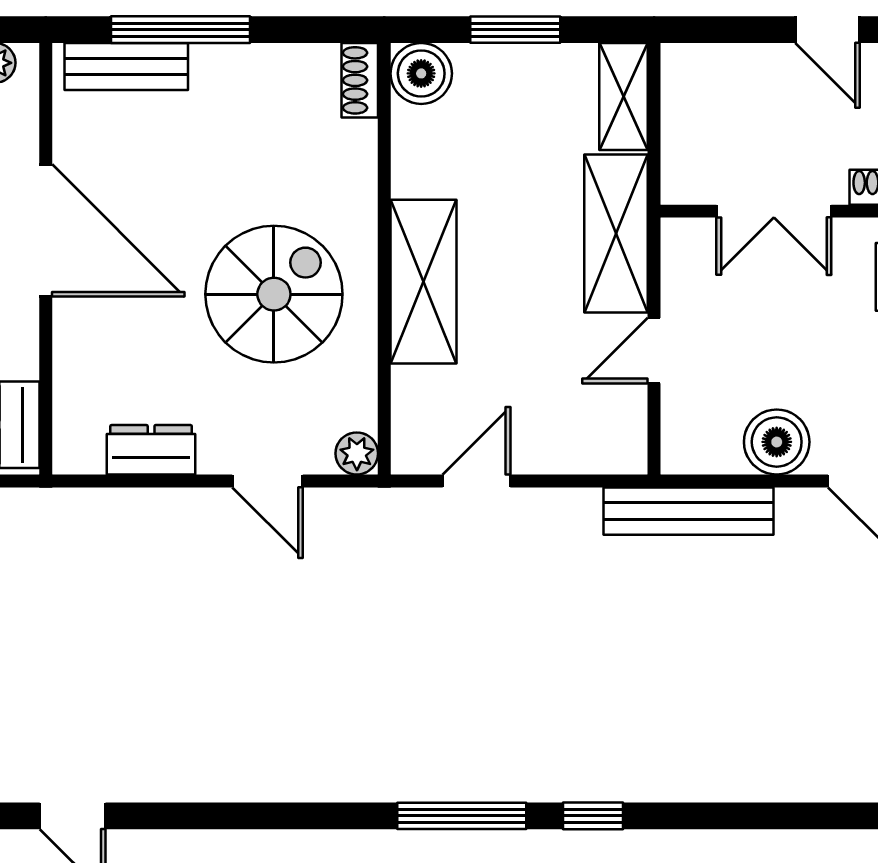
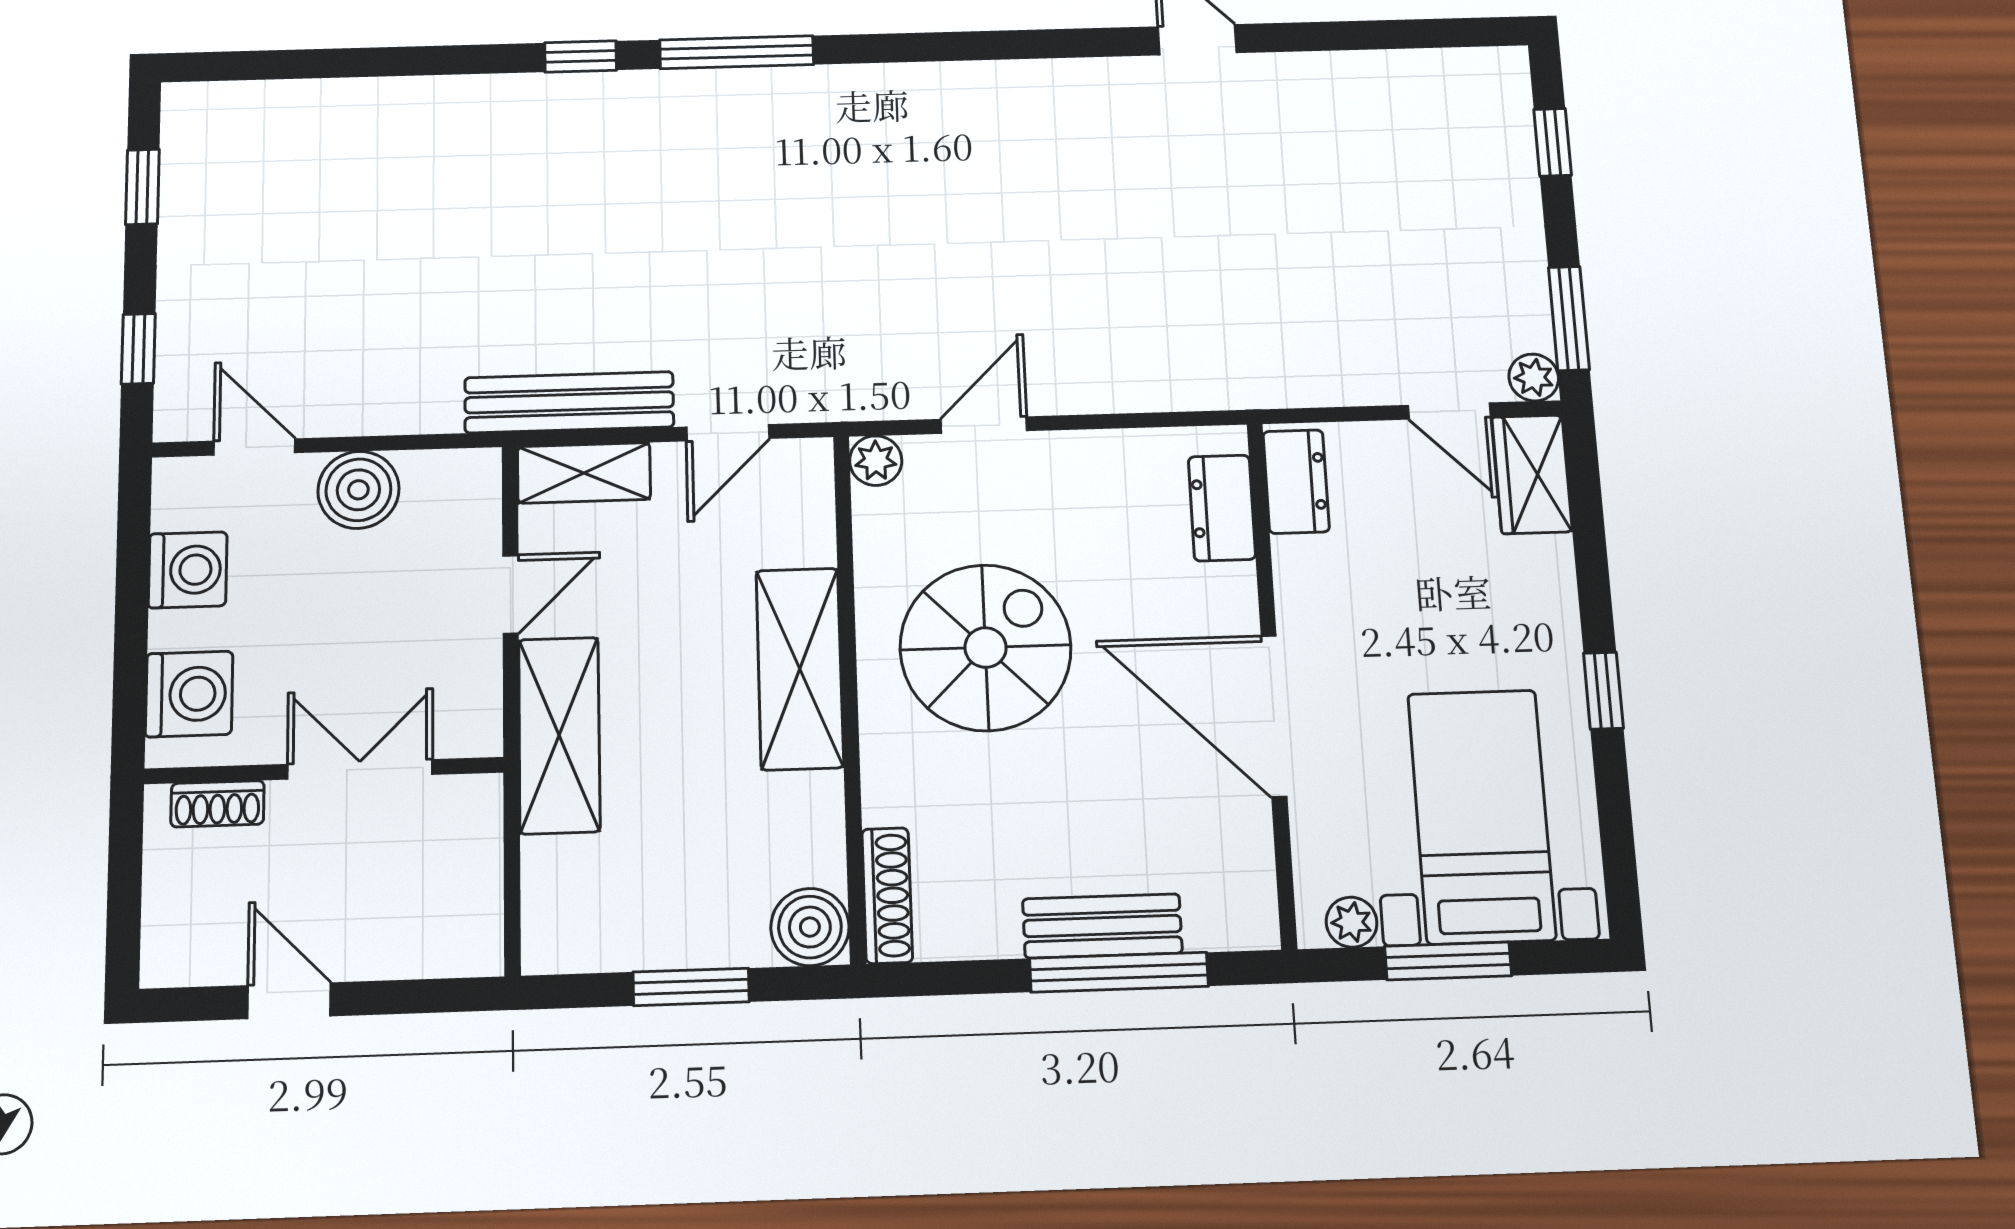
bench: (126, 66) -> (1102, 926), moved
shoe rack: (360, 80) -> (887, 895), width x1.43
shelving: (624, 97) -> (584, 473), moved, turned 90
spiral stairs: (274, 294) -> (986, 648), turned 180
dresser: (151, 450) -> (1222, 508), moved, turned 90
door: (268, 481) -> (984, 425), hinge flipped
bench: (688, 511) -> (569, 402), moved

